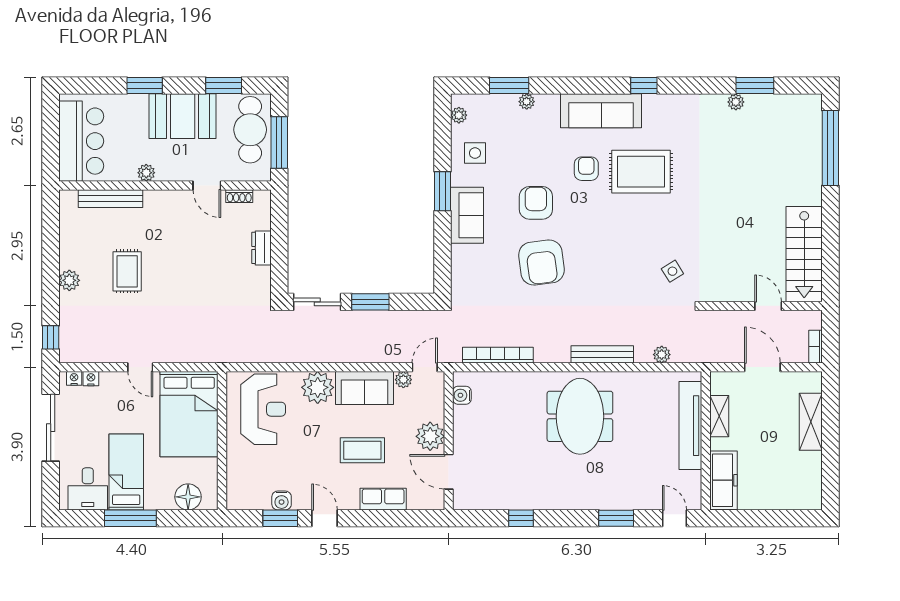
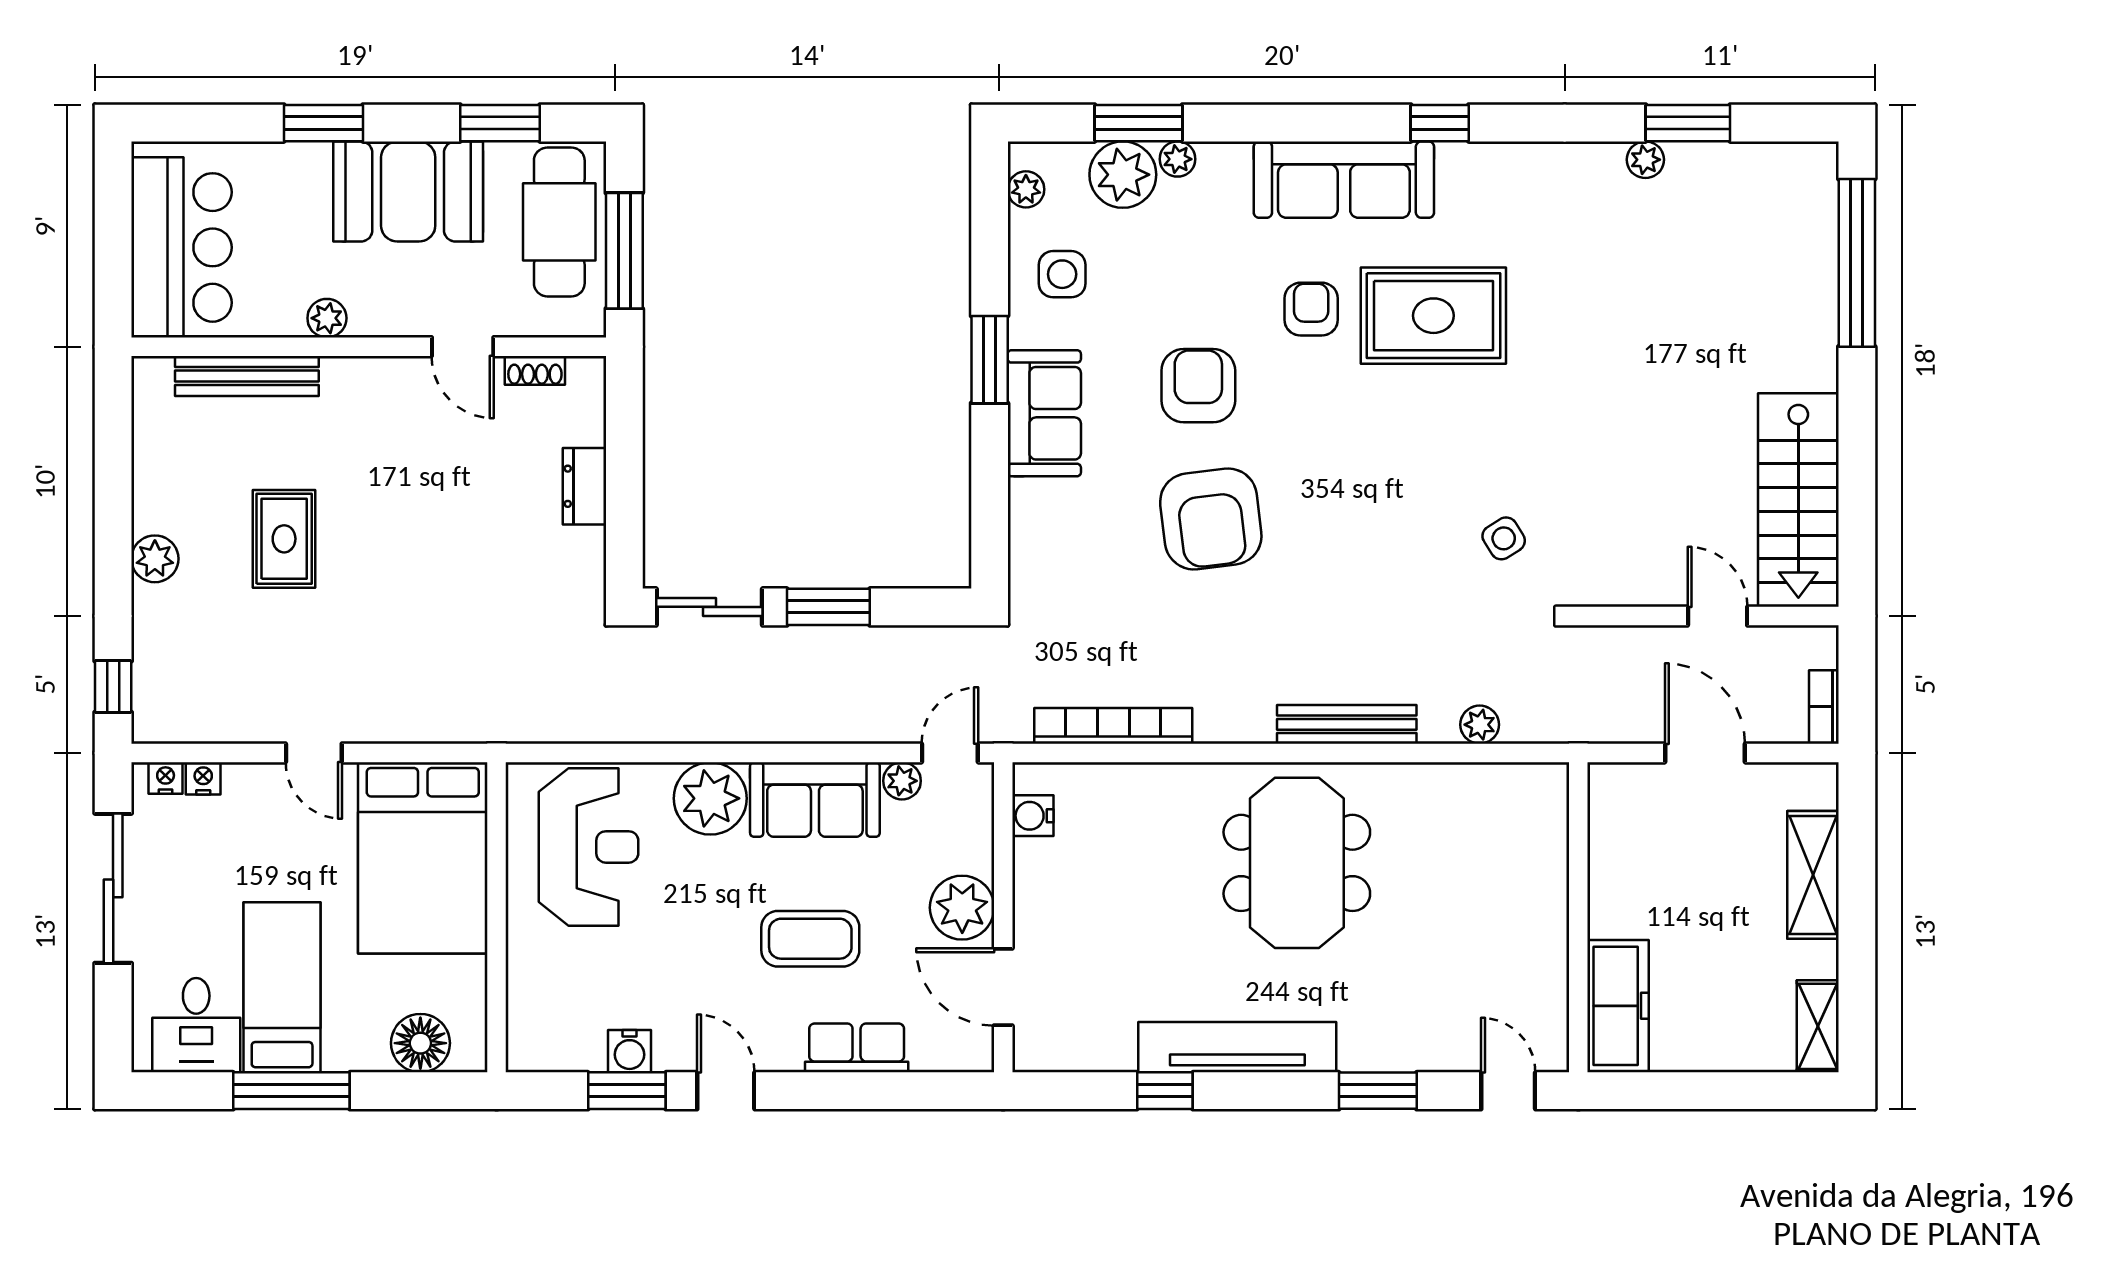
plant: (502, 109) -> (1123, 175), added
shelving: (719, 416) -> (1818, 1026), moved
tv unit: (690, 426) -> (1237, 1047), moved, turned 90

